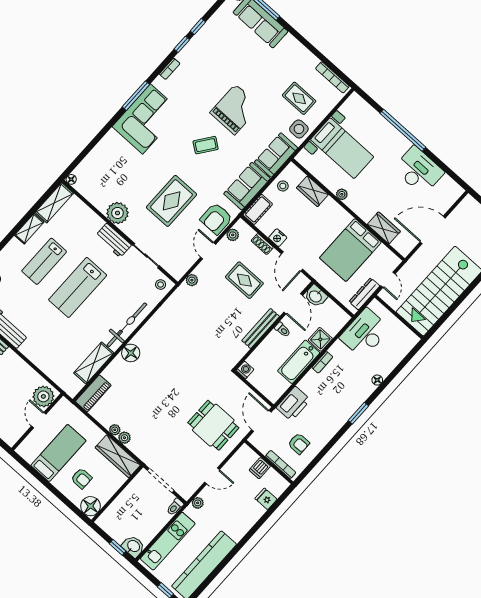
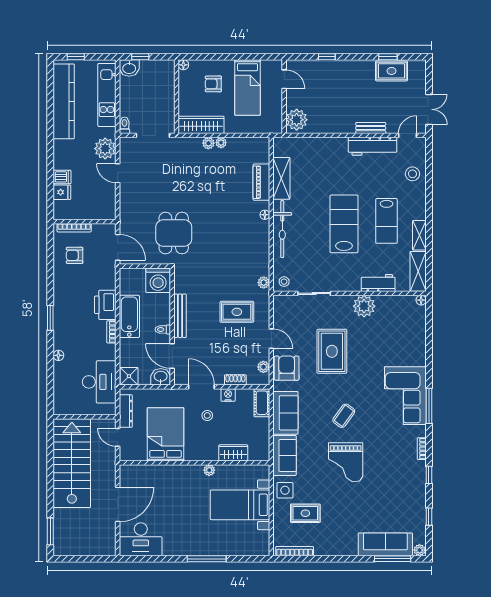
window: (198, 26) -> (429, 517), moved
window: (403, 130) -> (207, 559), width x0.68
desk: (419, 171) -> (141, 539), moved
stool: (283, 186) -> (207, 415), moved
wardrobe: (384, 228) -> (155, 473), removed
workbench: (113, 240) -> (378, 283), moved
lab bench: (44, 261) -> (387, 221), turned 180
plant: (192, 280) -> (264, 283), moved
rug: (244, 280) -> (237, 312), moved
shower: (320, 339) -> (129, 376), moved
floor lamp: (131, 353) -> (265, 215), width x0.53, depth x0.53
washing machine: (245, 370) -> (158, 280), width x1.89, depth x1.89
piano: (93, 393) -> (261, 182), moved
printer: (293, 404) -> (105, 305), moved
door: (39, 420) -> (284, 79), moved
dining table: (213, 425) -> (174, 233), moved, turned 90
dishwasher: (260, 468) -> (62, 177), moved, turned 90
door: (212, 476) -> (118, 173), hinge flipped
plant: (198, 503) -> (105, 149), width x1.88, depth x1.88
floor lamp: (91, 506) -> (183, 65), width x0.53, depth x0.53

